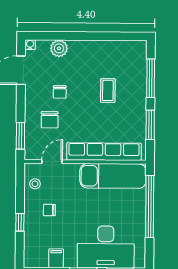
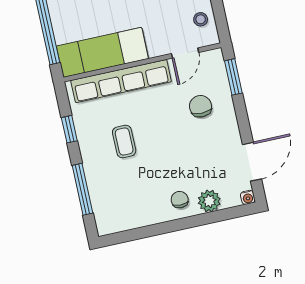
coffee table: (108, 91) -> (124, 142), moved
chair: (60, 92) -> (180, 200), moved
window: (150, 125) -> (69, 129), width x0.67

